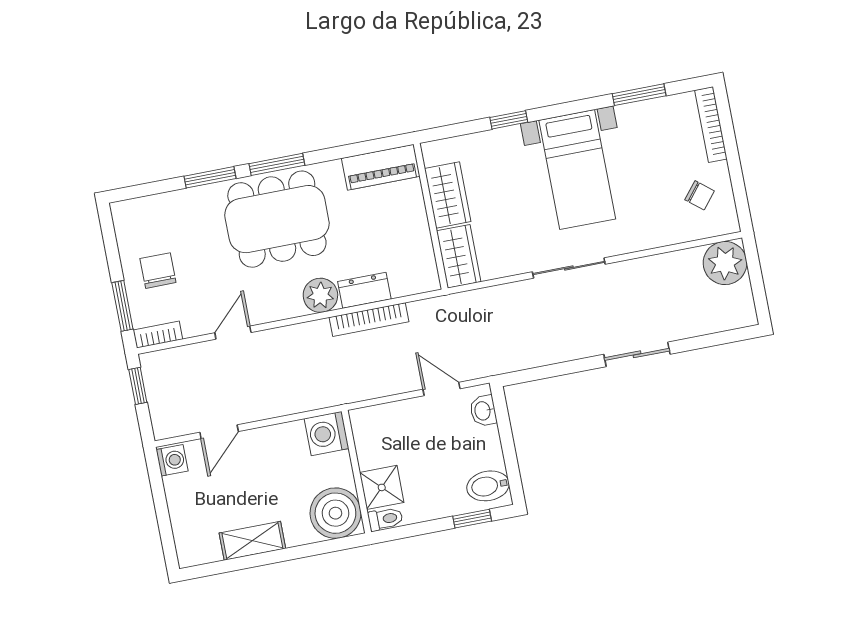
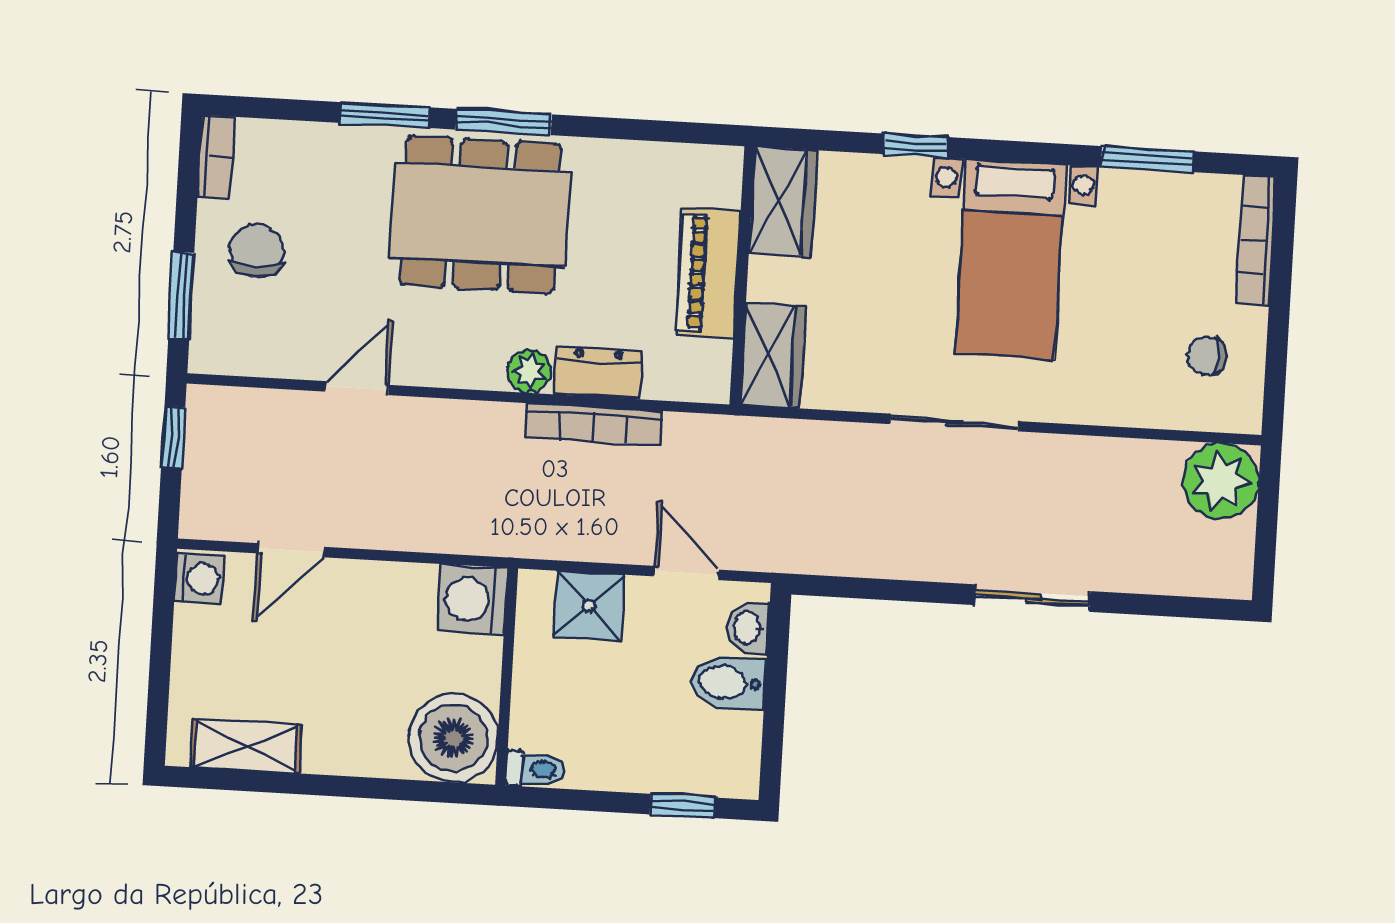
piano: (381, 167) -> (708, 273), moved, turned 90
wardrobe: (448, 195) -> (783, 202), moved
chair: (700, 195) -> (1207, 356), turned 141
plant: (320, 295) -> (529, 371), width x0.73, depth x0.73
bookcase: (158, 335) -> (216, 157), moved, turned 90
bidet: (488, 486) -> (728, 682), moved
shower: (382, 487) -> (589, 606), moved
shelving: (252, 541) -> (246, 746), moved

